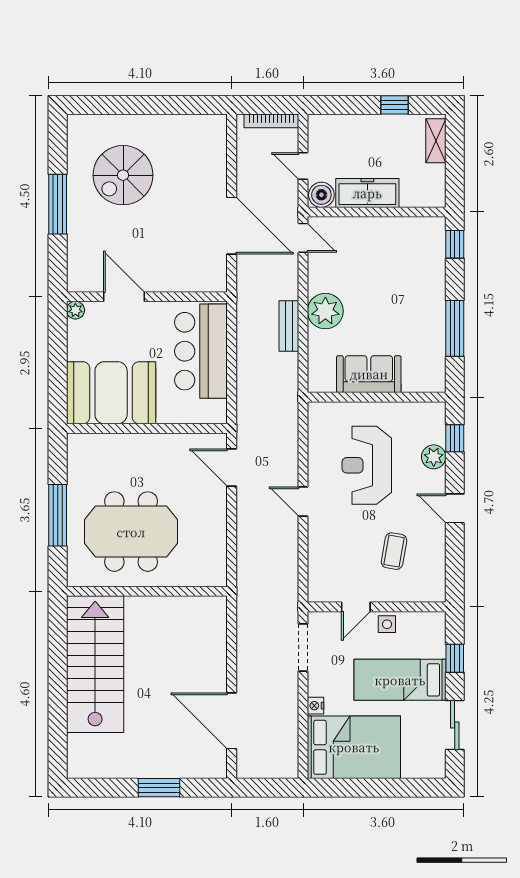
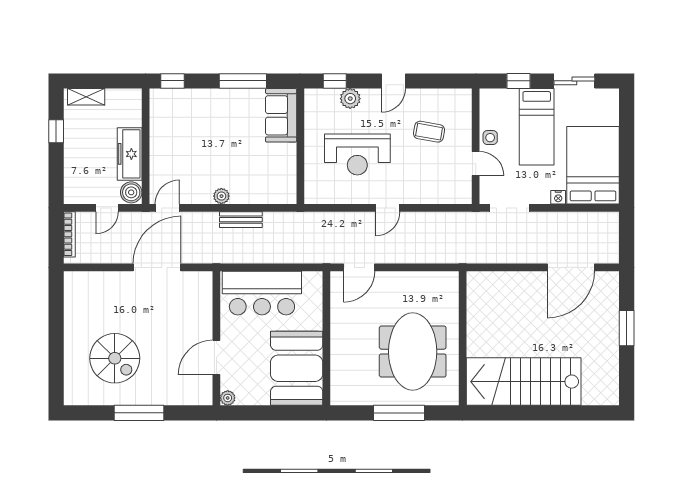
plant: (325, 311) -> (221, 196), width x0.53, depth x0.53
sofa: (369, 374) -> (281, 115), moved

